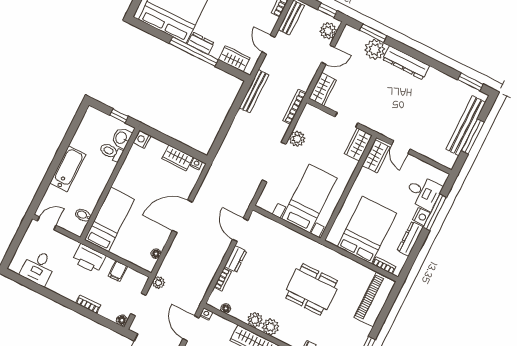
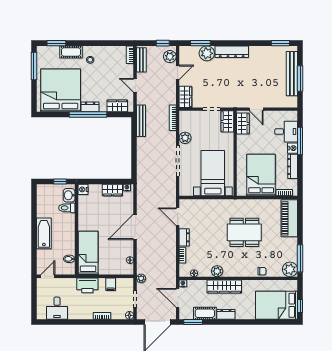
plant: (271, 327) -> (230, 271), removed

